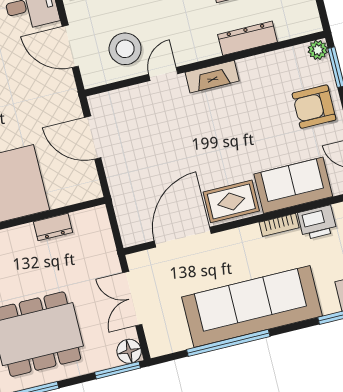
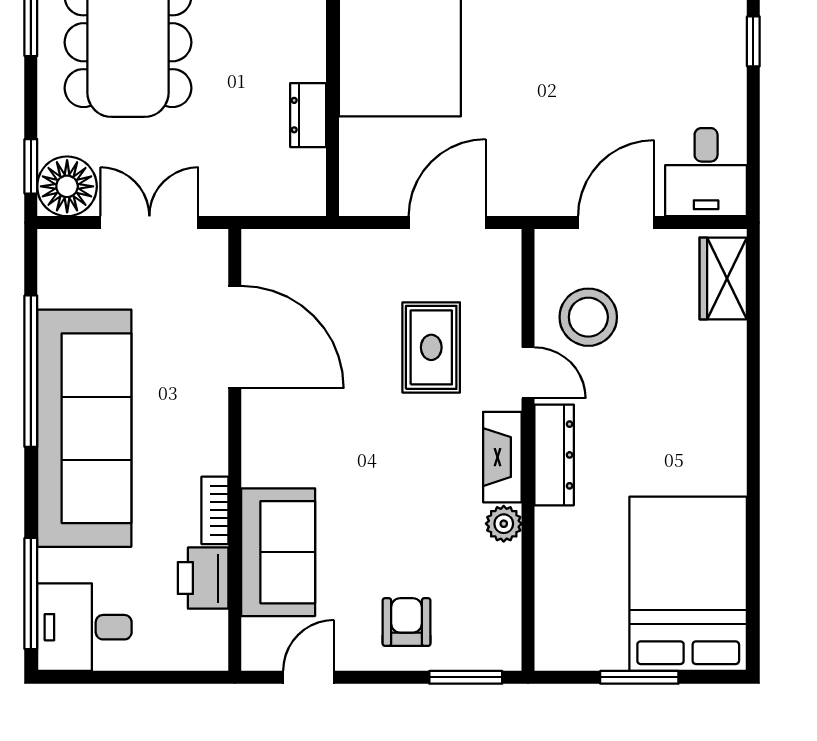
dresser: (247, 38) -> (554, 455), moved
plant: (318, 50) -> (504, 524), moved
armchair: (314, 107) -> (407, 622), width x0.72, depth x0.72
rug: (231, 201) -> (431, 347), moved
floor lamp: (129, 351) -> (67, 186), width x1.38, depth x1.38
window: (118, 370) -> (31, 166), width x0.67

